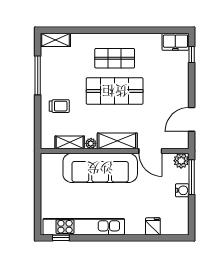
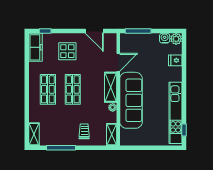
freezer: (175, 42) -> (35, 47), width x1.40
display table: (165, 84) -> (67, 51), added
shop shelf: (115, 91) -> (73, 89), width x0.70, depth x0.74
shelving: (70, 142) -> (112, 134), moved
plant: (181, 161) -> (176, 39), moved
water cooler: (182, 190) -> (165, 38), moved

